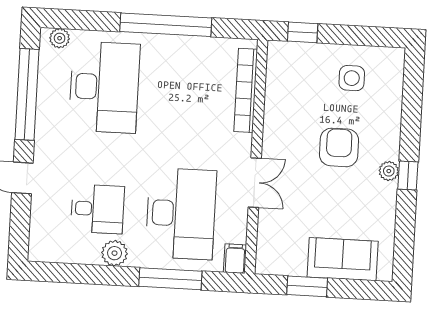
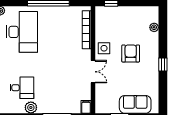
side table: (352, 78) -> (104, 48), moved
plant: (389, 171) -> (154, 27), moved
desk: (181, 214) -> (60, 88), removed

